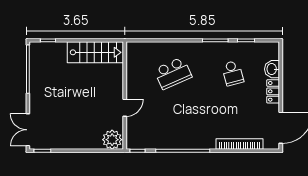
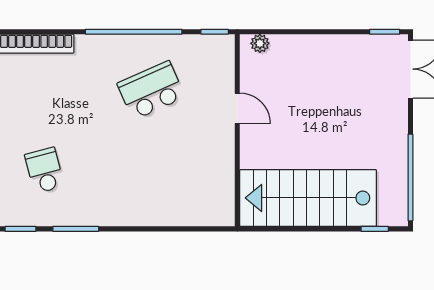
stairs: (95, 52) -> (308, 198), width x1.36, depth x1.51
school desk: (173, 73) -> (151, 90), moved
door: (125, 108) -> (237, 108), swing flipped
plant: (112, 140) -> (260, 43), width x0.53, depth x0.53

